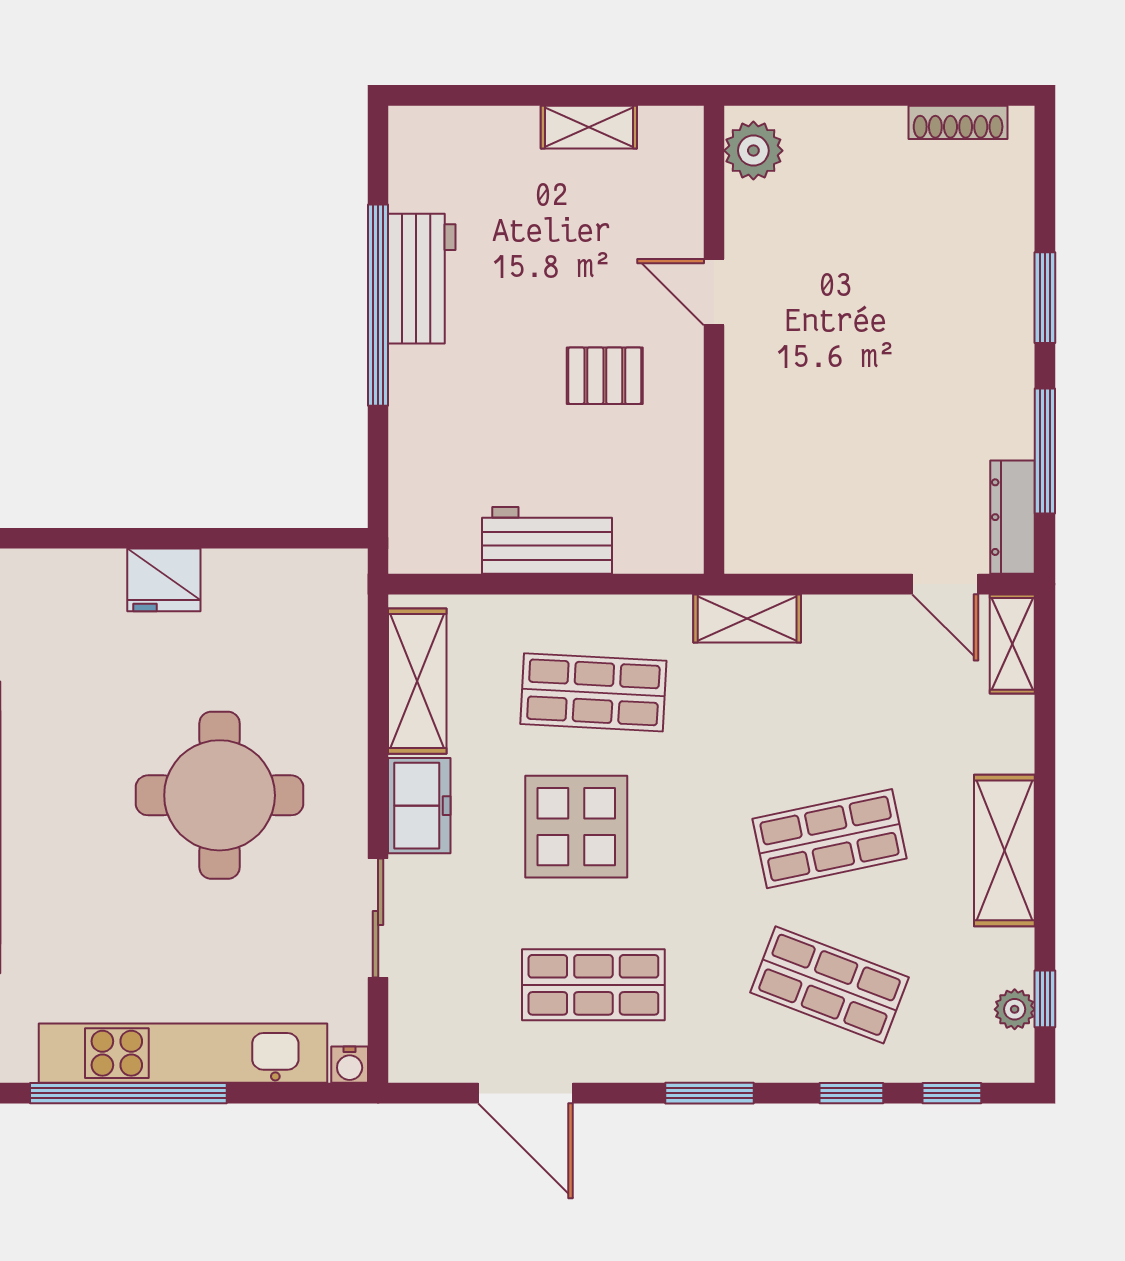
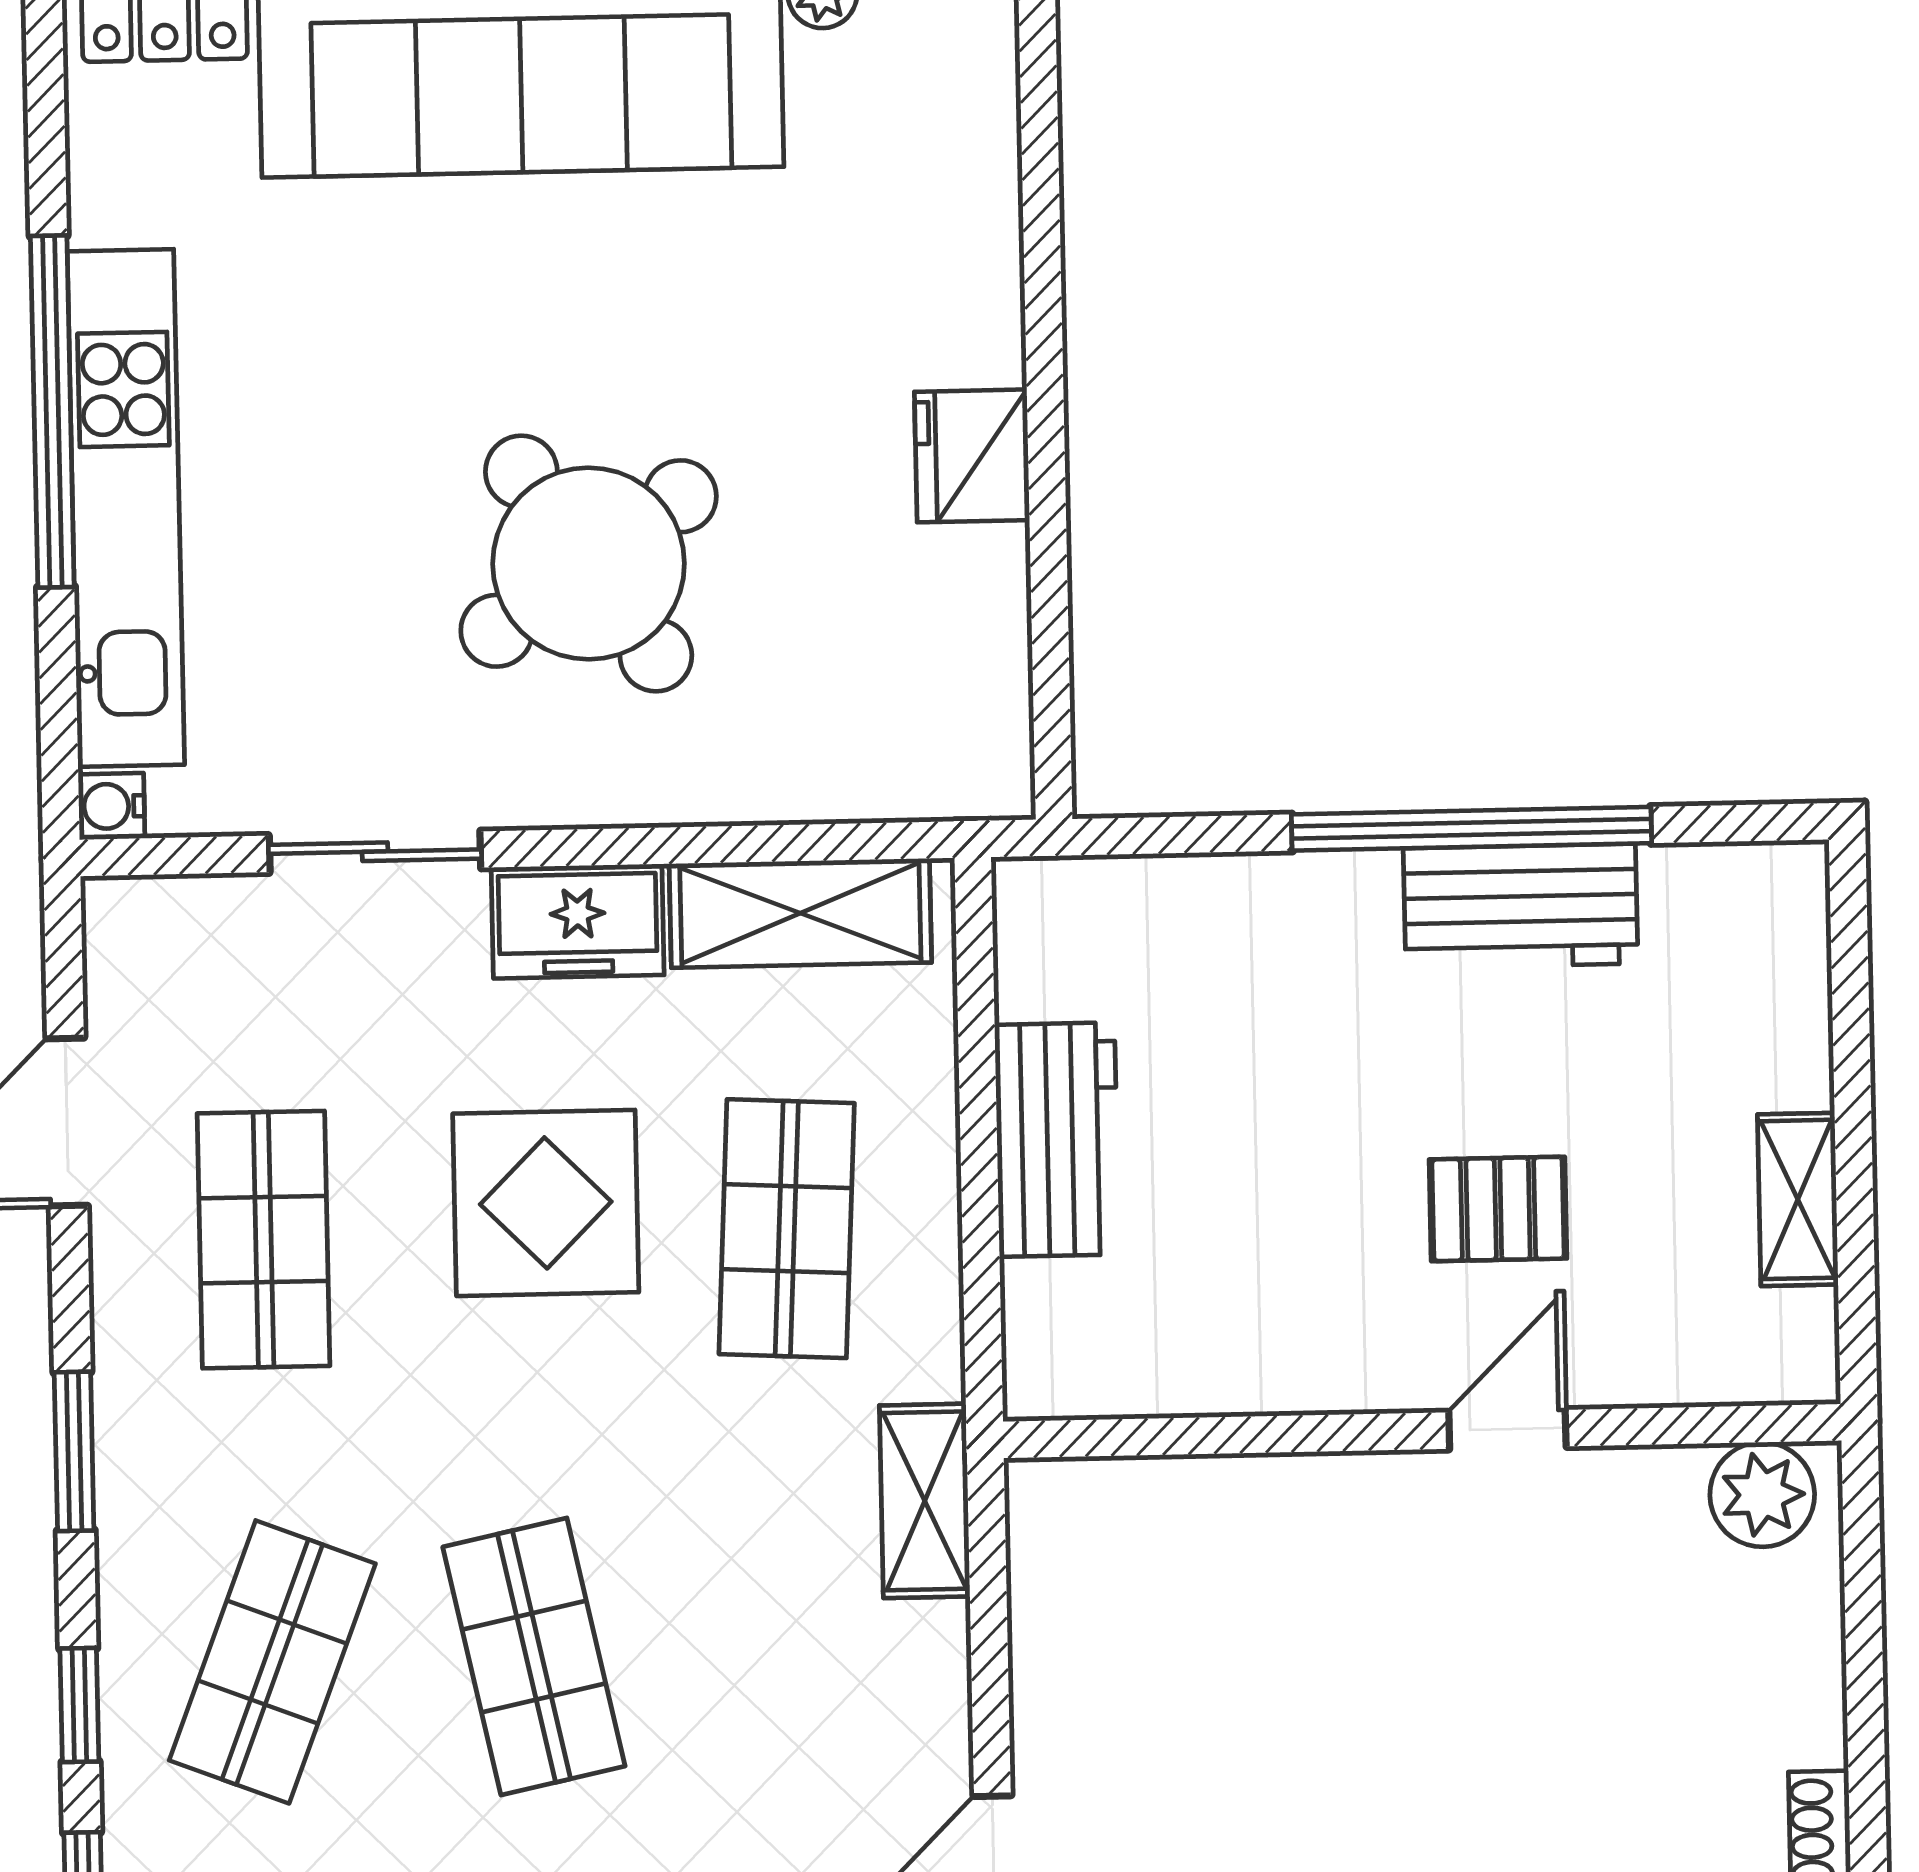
pallet: (605, 376) -> (1498, 1209), moved, turned 90
round table: (220, 795) -> (589, 564), turned -35

